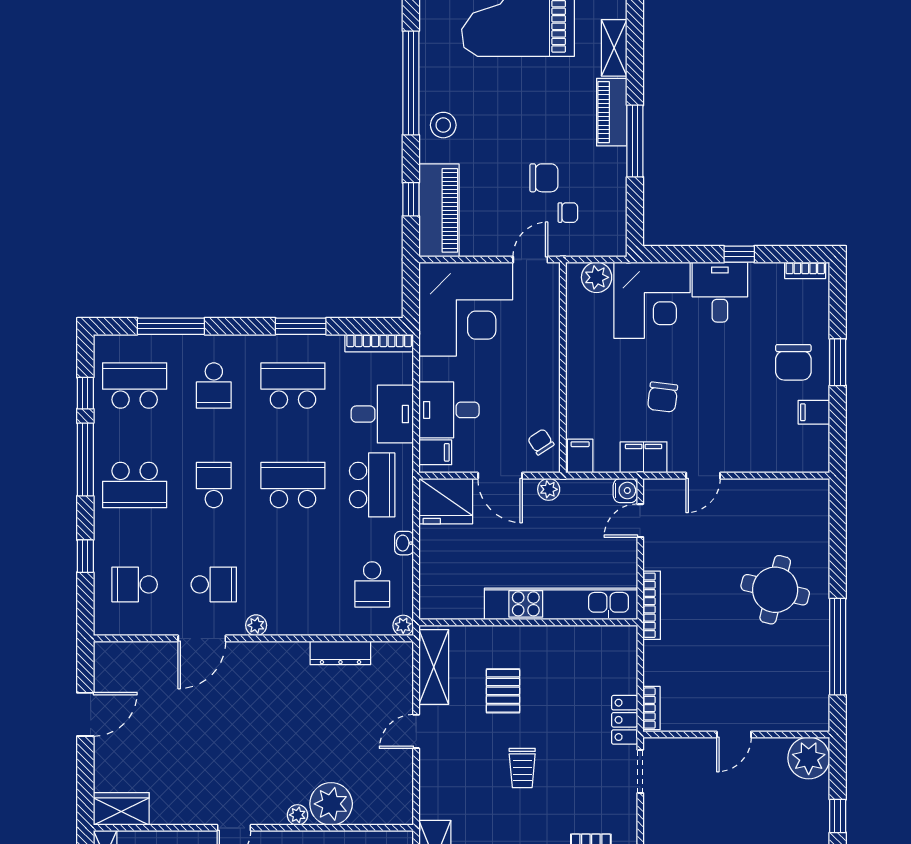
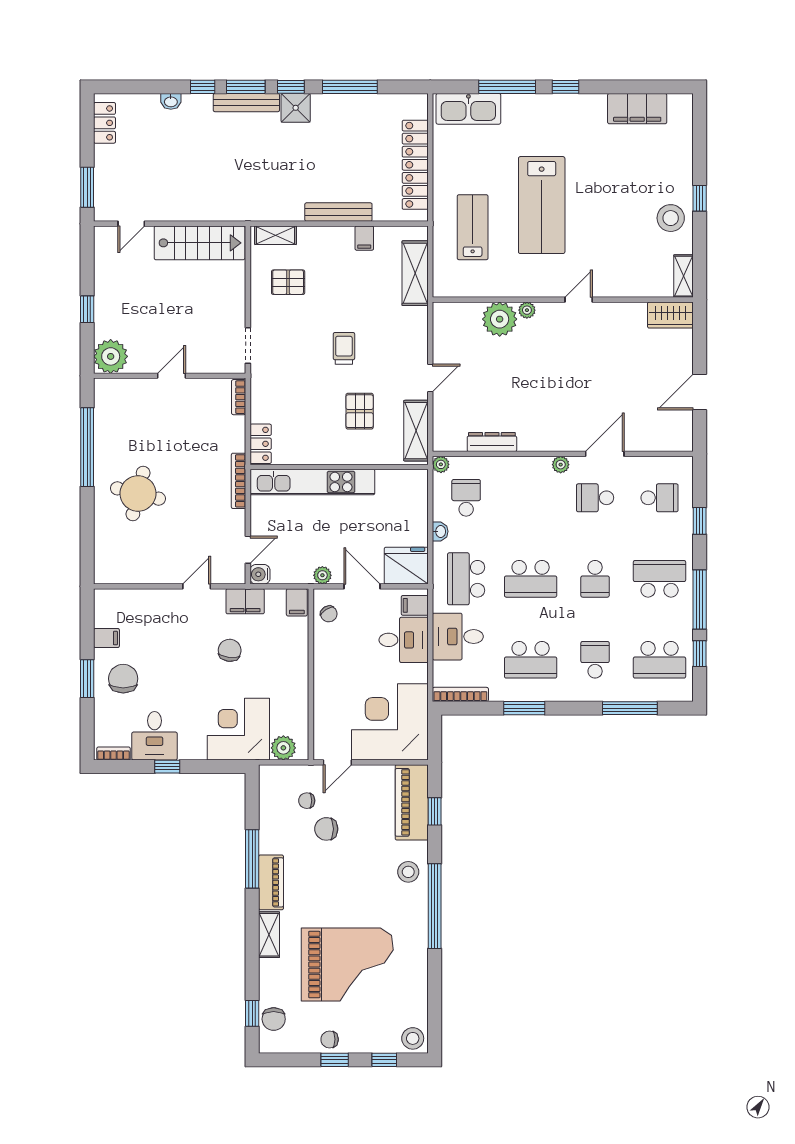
desk: (720, 292) -> (155, 736), moved
locker: (625, 720) -> (261, 444), moved

